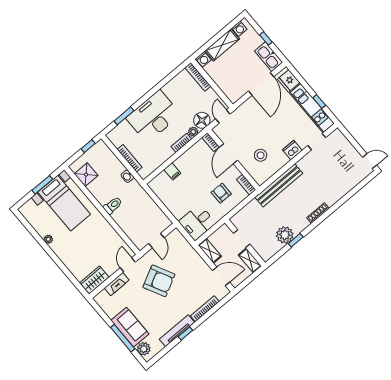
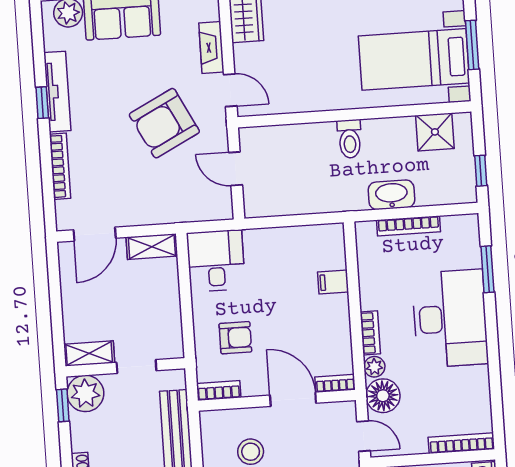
washbasin: (127, 176) -> (391, 195), width x1.91, depth x1.45
doorway: (242, 239) -> (136, 367), moved
wall: (245, 243) -> (125, 367), moved
shelving: (250, 260) -> (89, 353), moved

